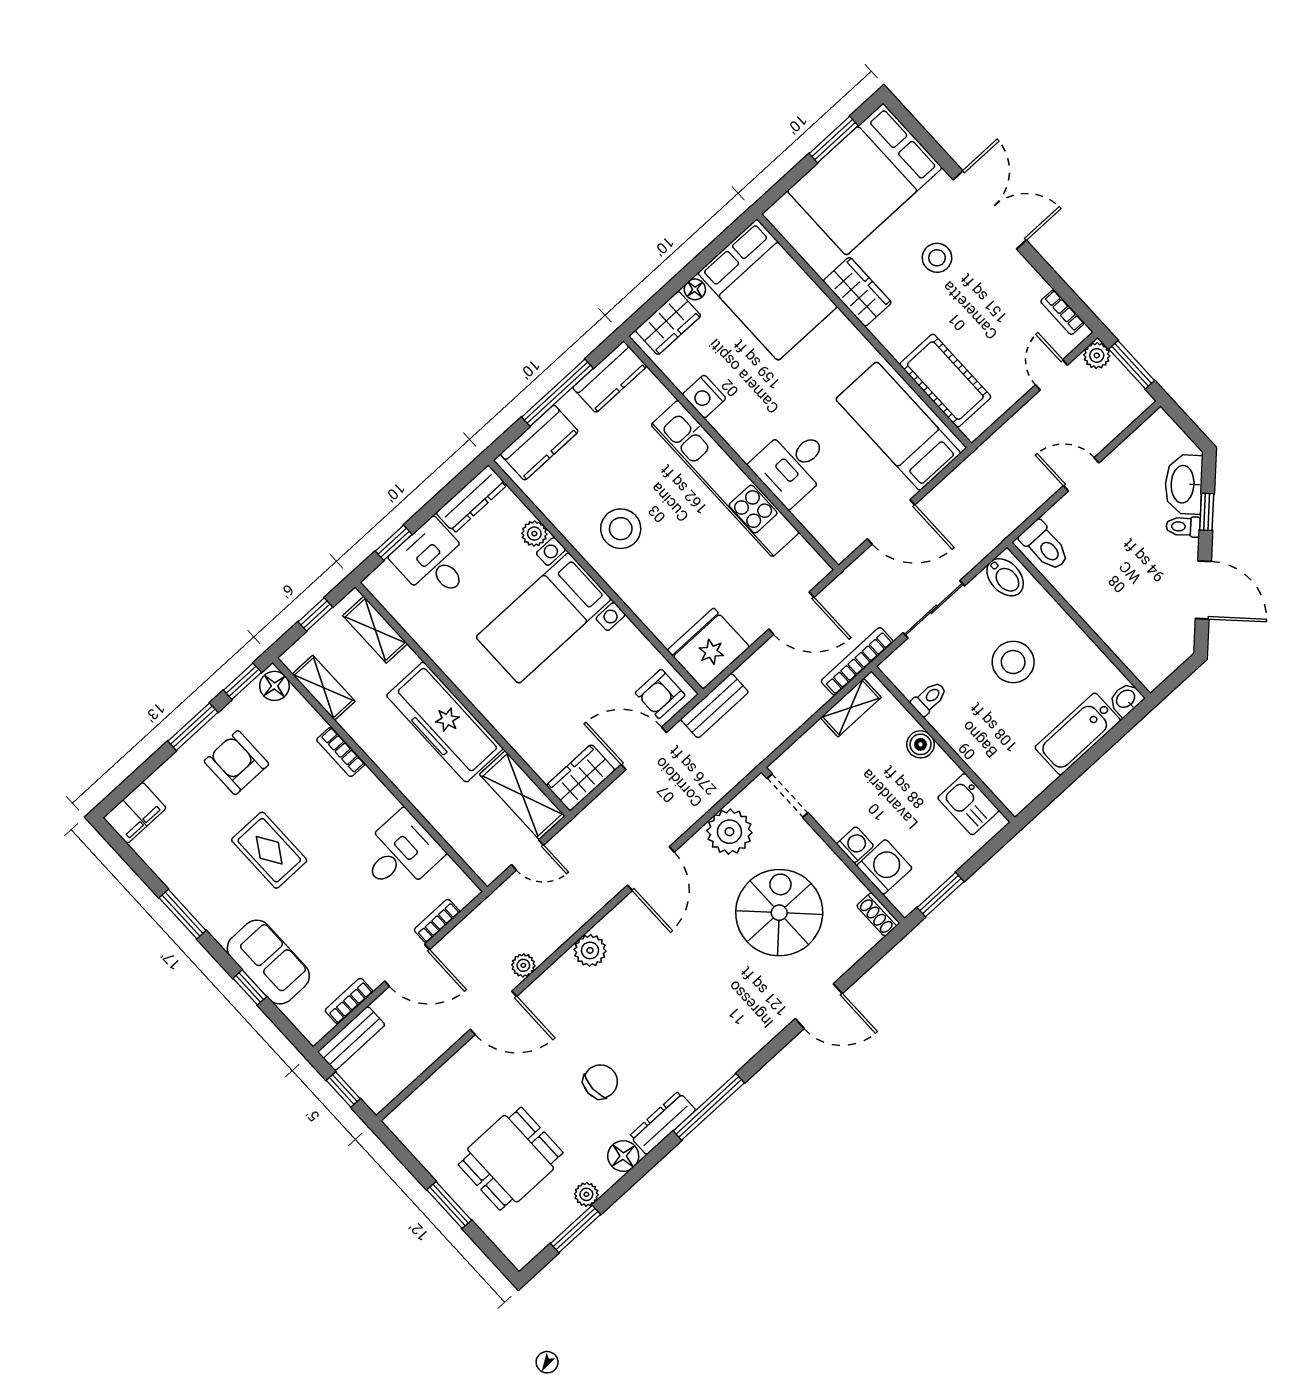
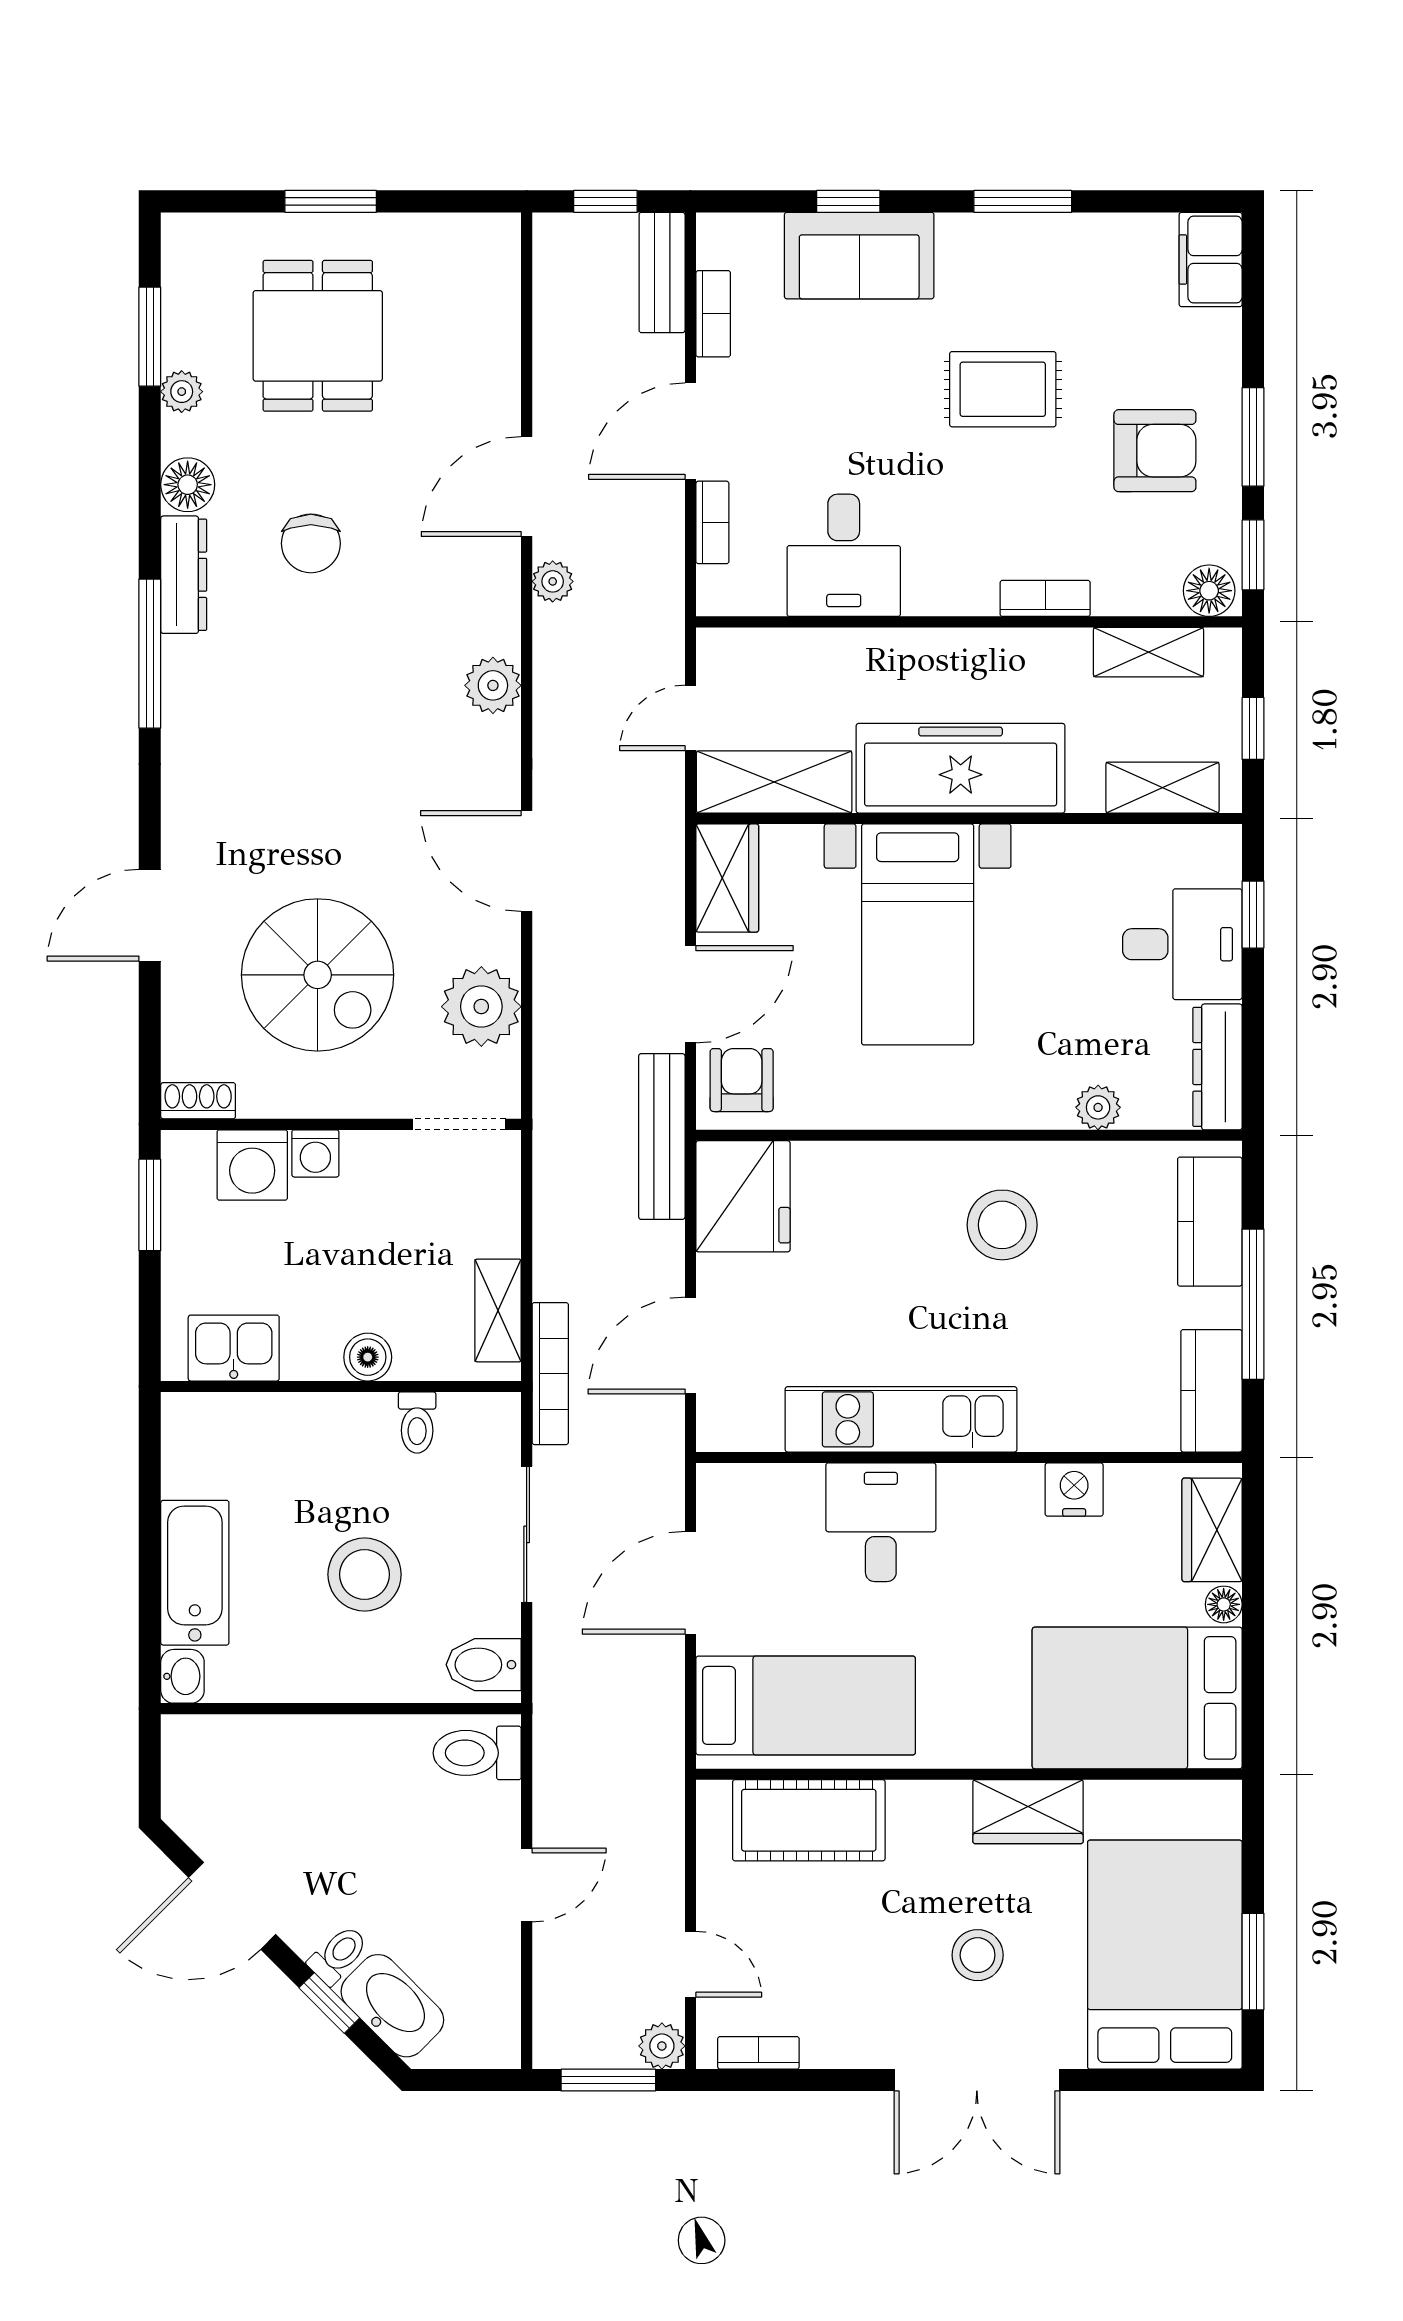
kitchen unit: (725, 479) -> (901, 1419), width x0.73
bed with nightstands: (544, 618) -> (918, 934), moved, turned 180
bench: (715, 706) -> (662, 1136), width x1.36

